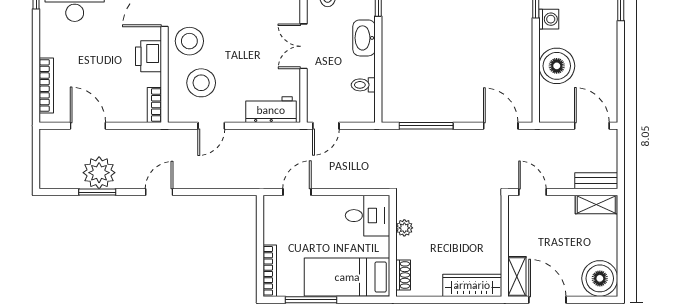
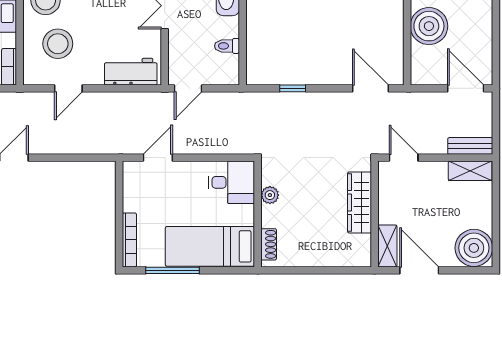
window: (426, 126) -> (293, 88), width x0.46
wardrobe: (472, 285) -> (360, 203), moved, turned -90

